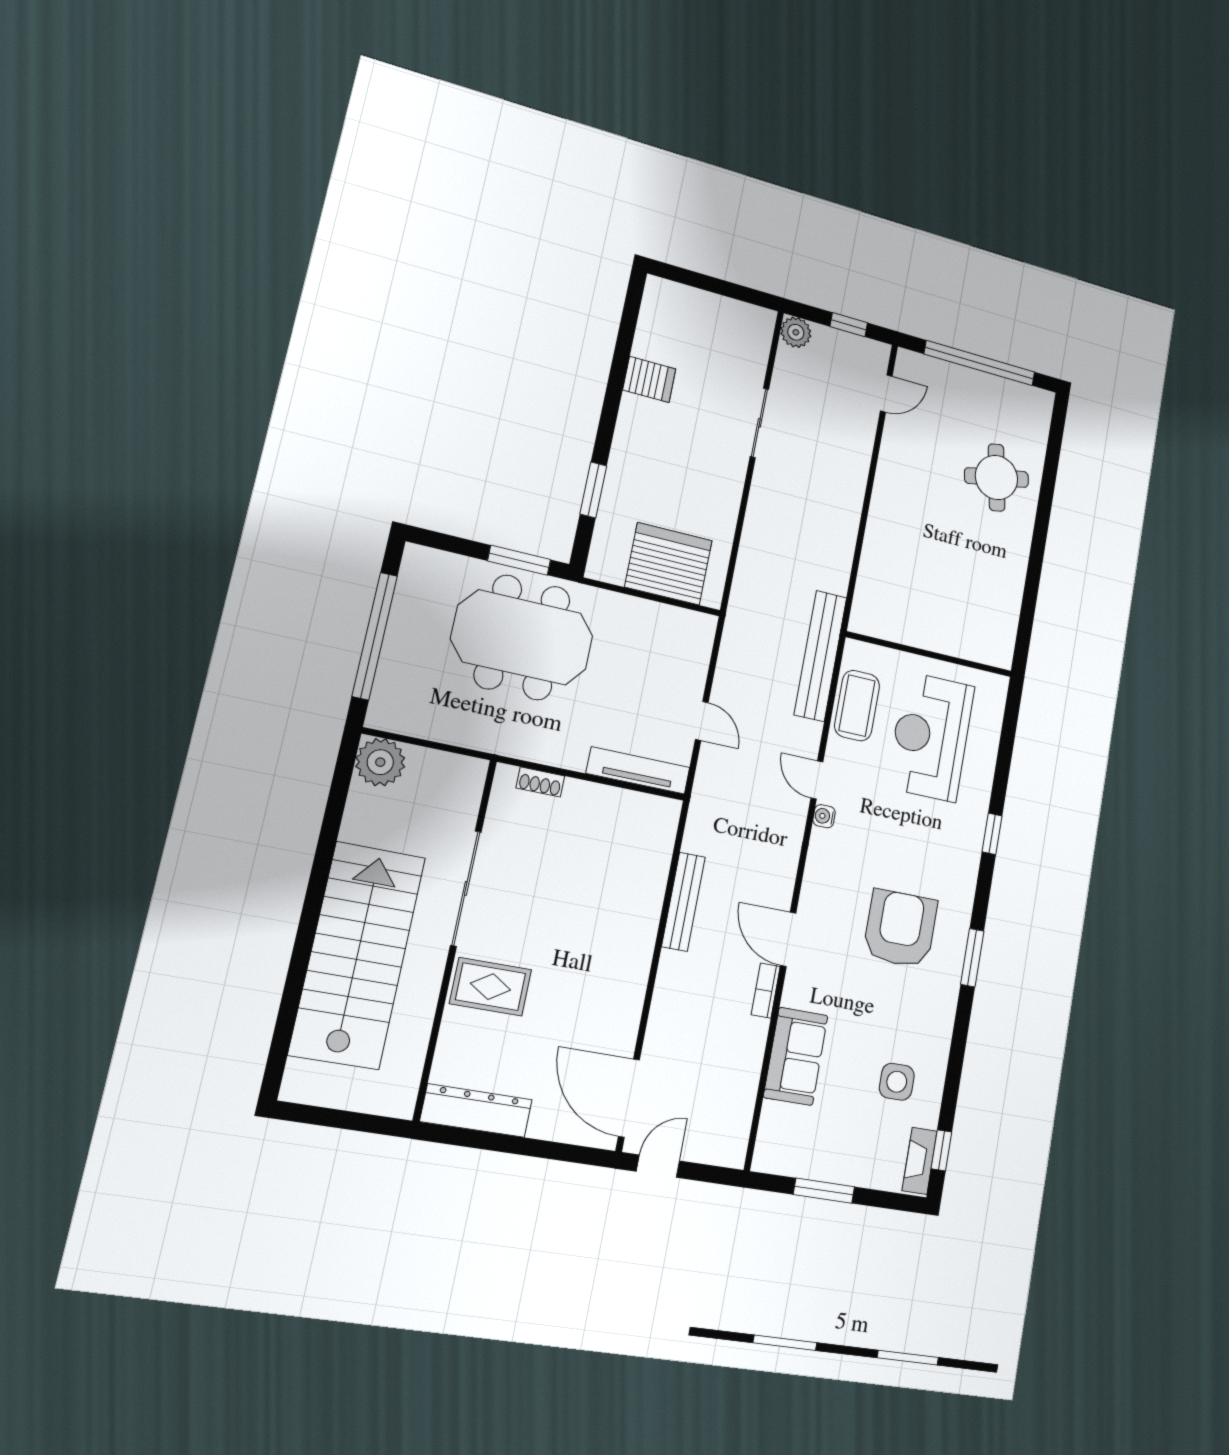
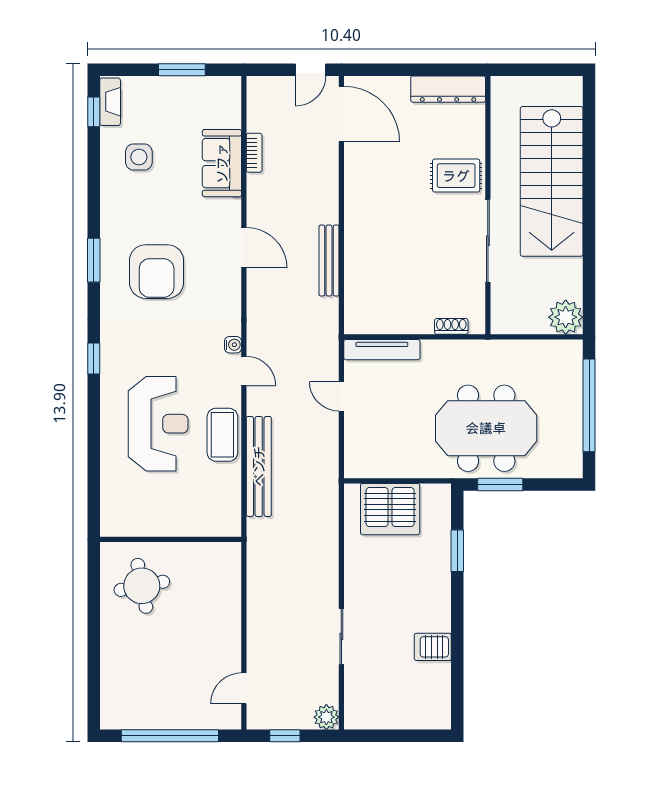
round table: (997, 478) -> (142, 586), moved
wall: (929, 654) -> (171, 539), moved
bookcase: (766, 991) -> (254, 153), moved

